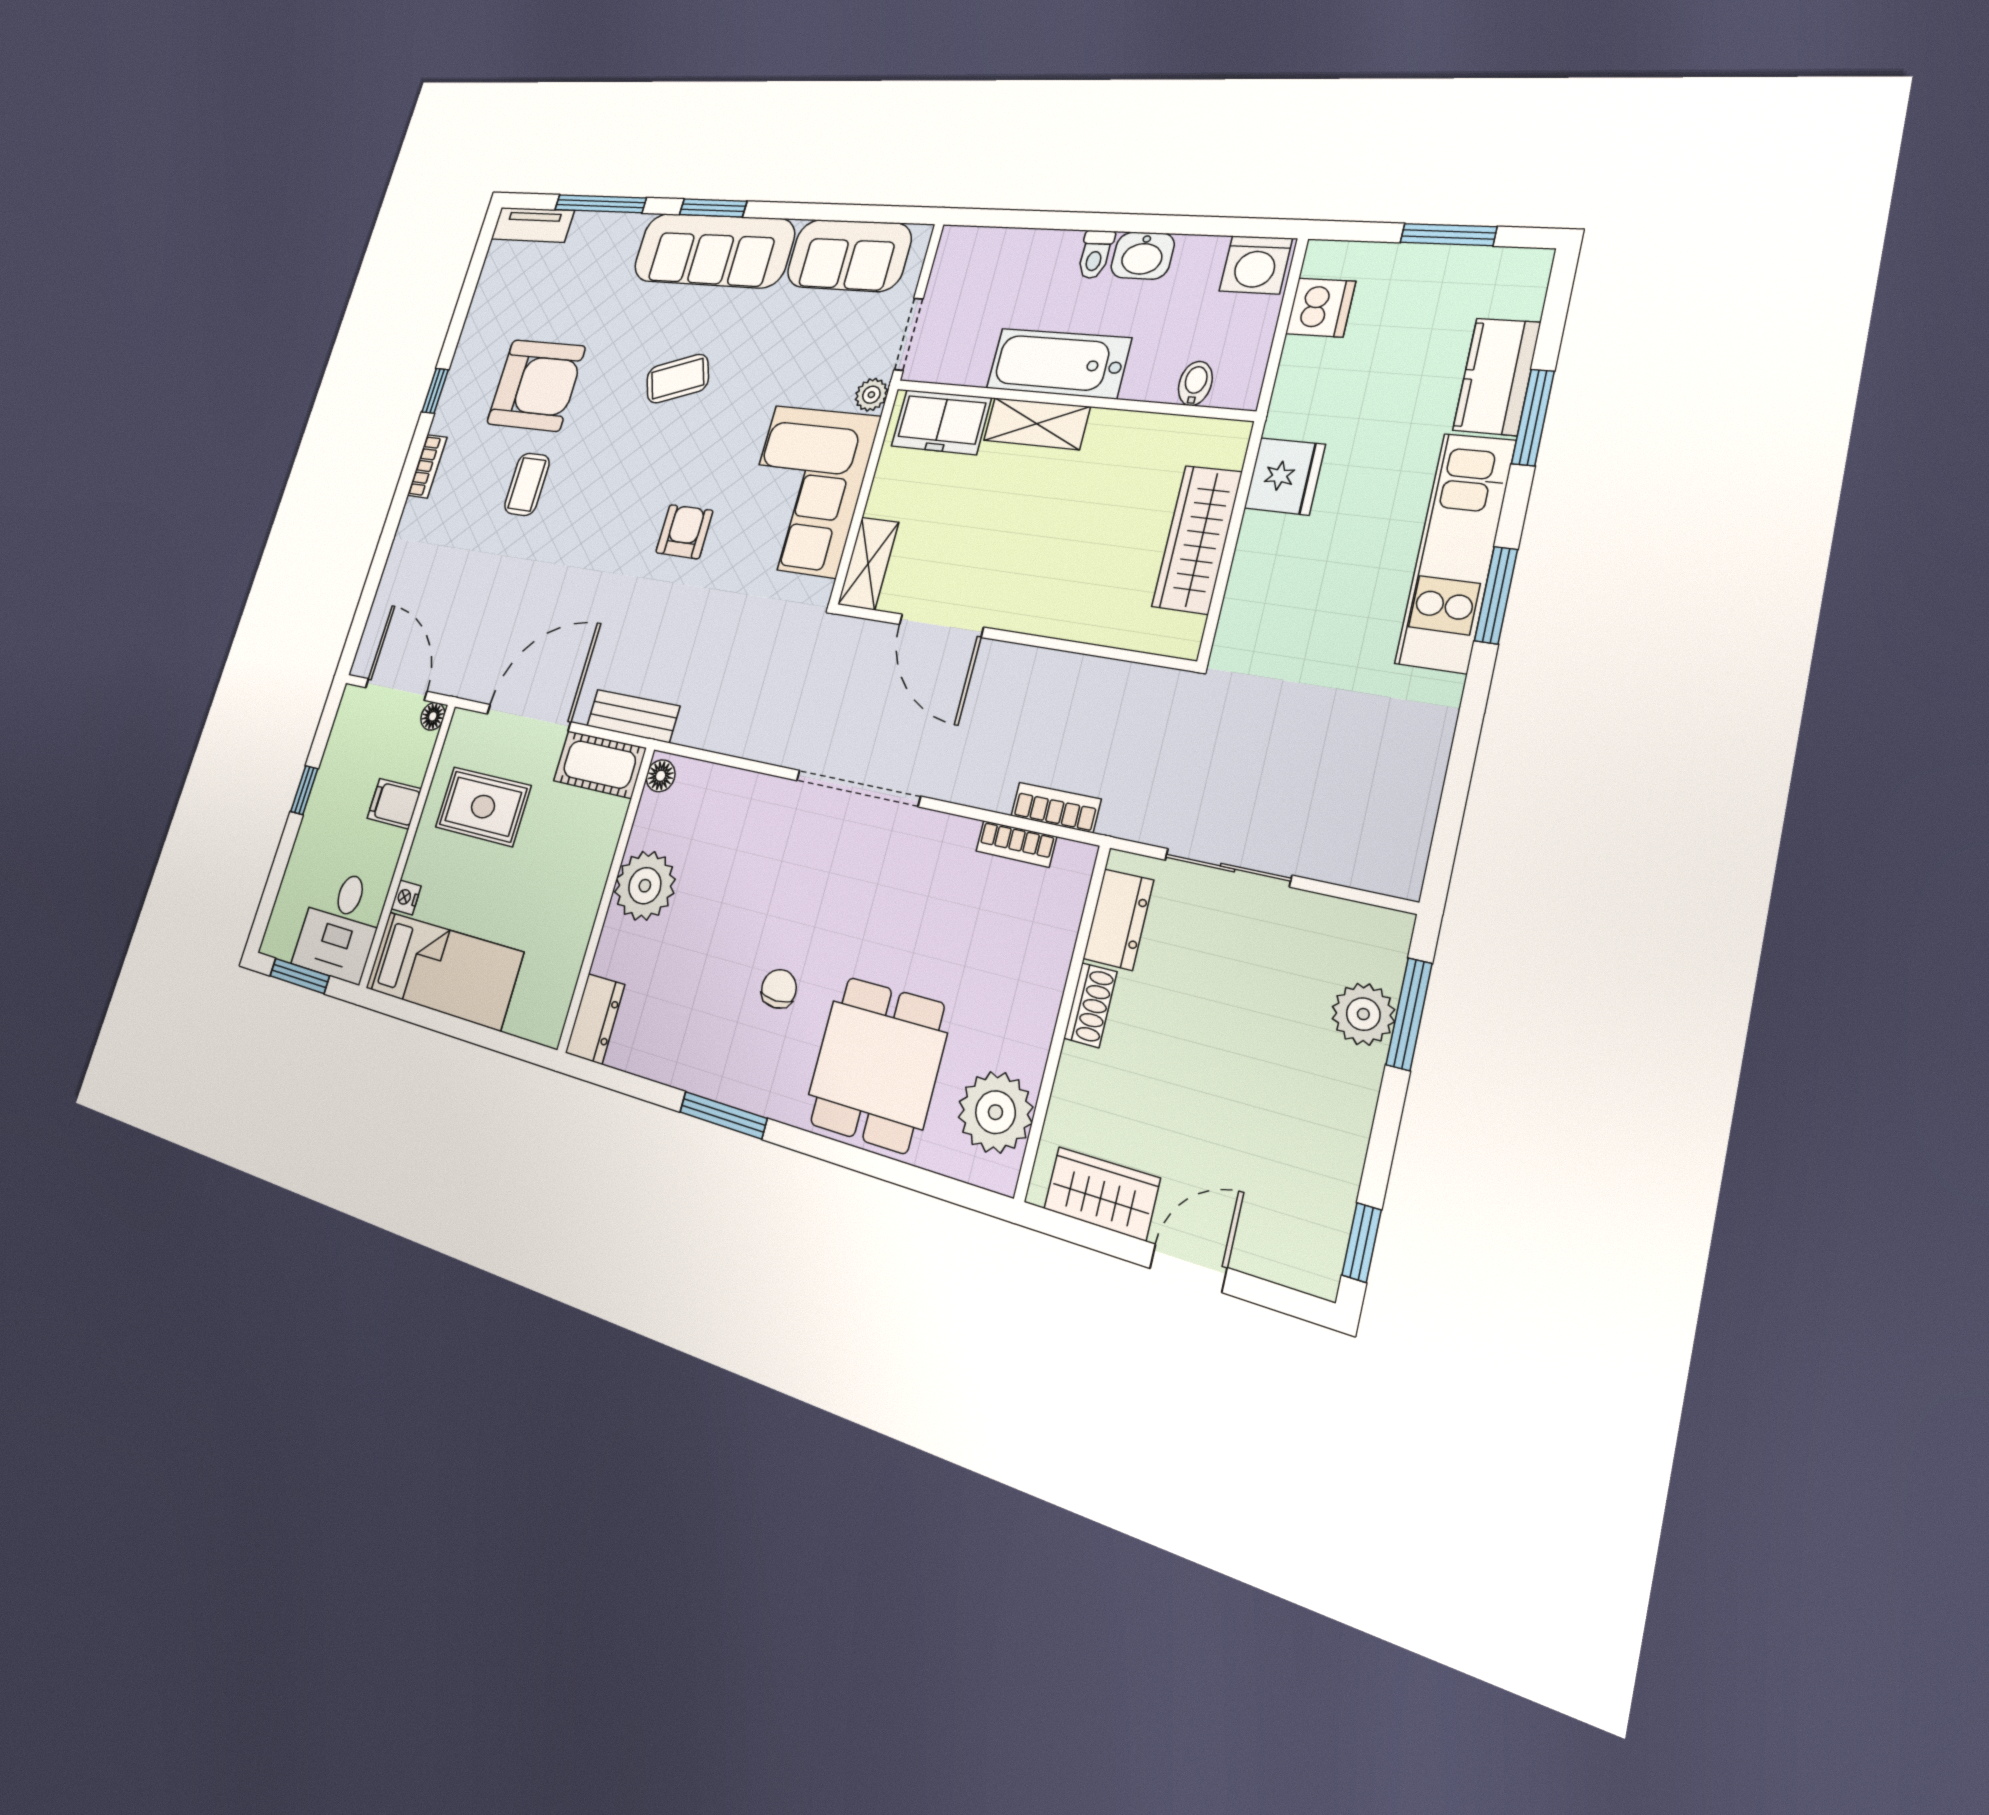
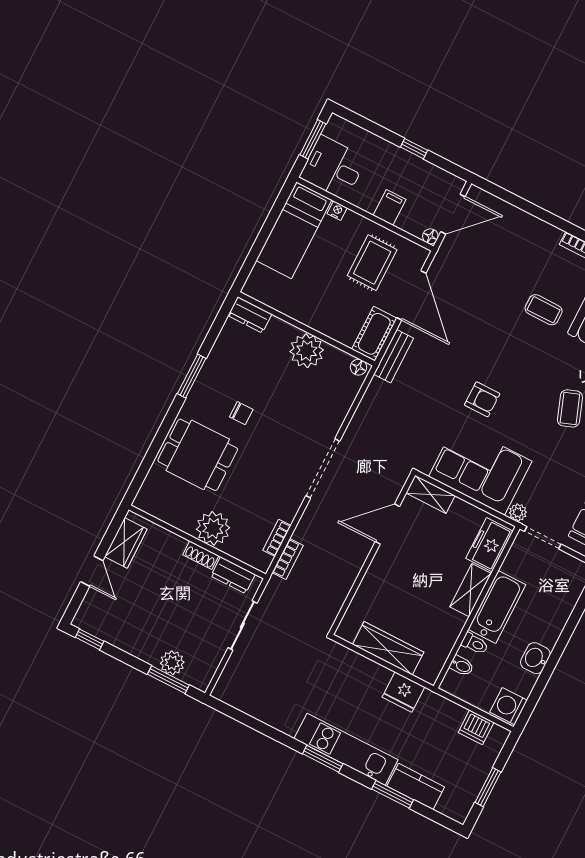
toilet: (1095, 254) -> (475, 644), moved, turned 180
plant: (995, 1112) -> (213, 528), moved

